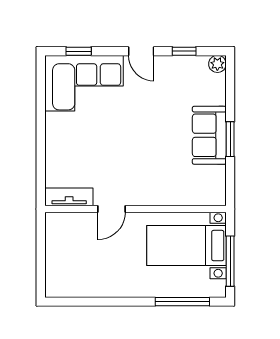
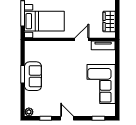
corner sofa: (84, 83) -> (101, 84), moved, turned -90
wardrobe: (57, 245) -> (109, 22), added

